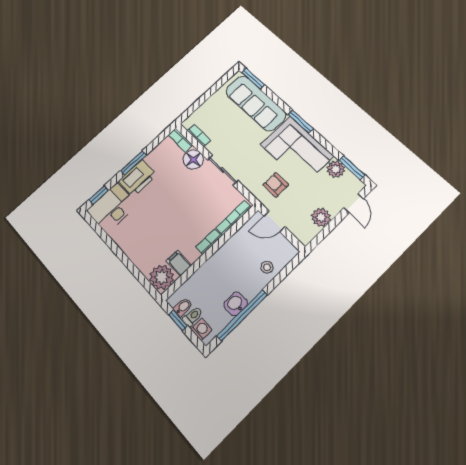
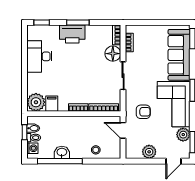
armchair: (276, 185) -> (143, 112), turned 90
desk: (112, 208) -> (39, 56), moved, turned -90

